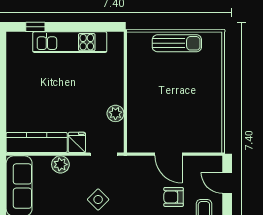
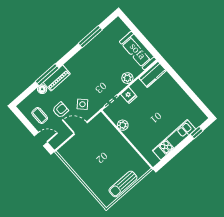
kitchen counter: (37, 142) -> (153, 74), width x0.67
side table: (98, 199) -> (82, 104), moved

